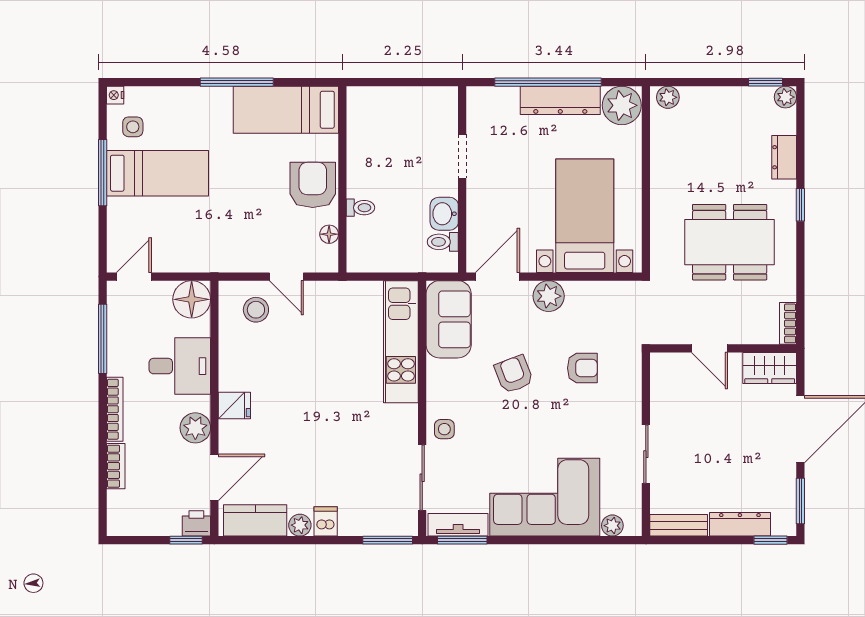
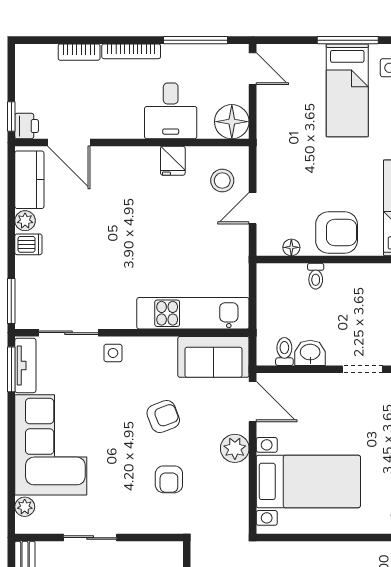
fridge: (234, 406) -> (173, 161), moved
plant: (195, 428) -> (114, 125), removed

